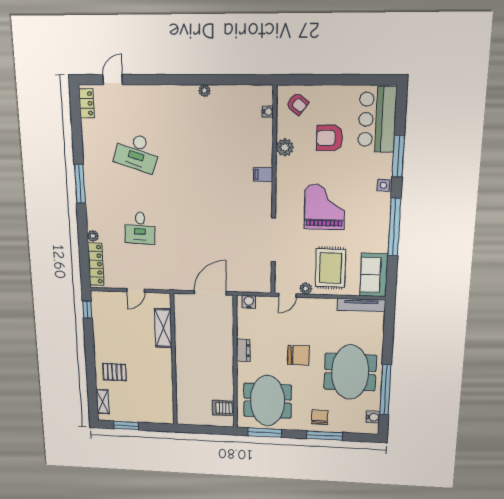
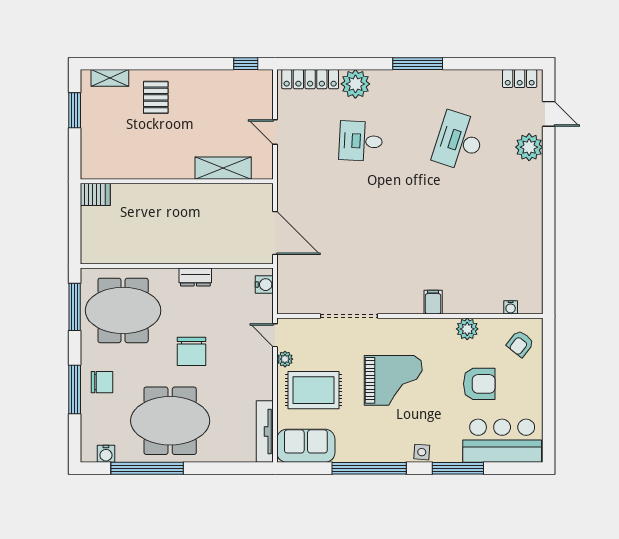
plant: (204, 91) -> (529, 147), moved, width x1.87, depth x1.87
armchair: (330, 138) -> (479, 384), turned 90
plant: (93, 236) -> (355, 84), width x1.88, depth x1.88
server rack: (223, 408) -> (95, 194), moved, turned 90

